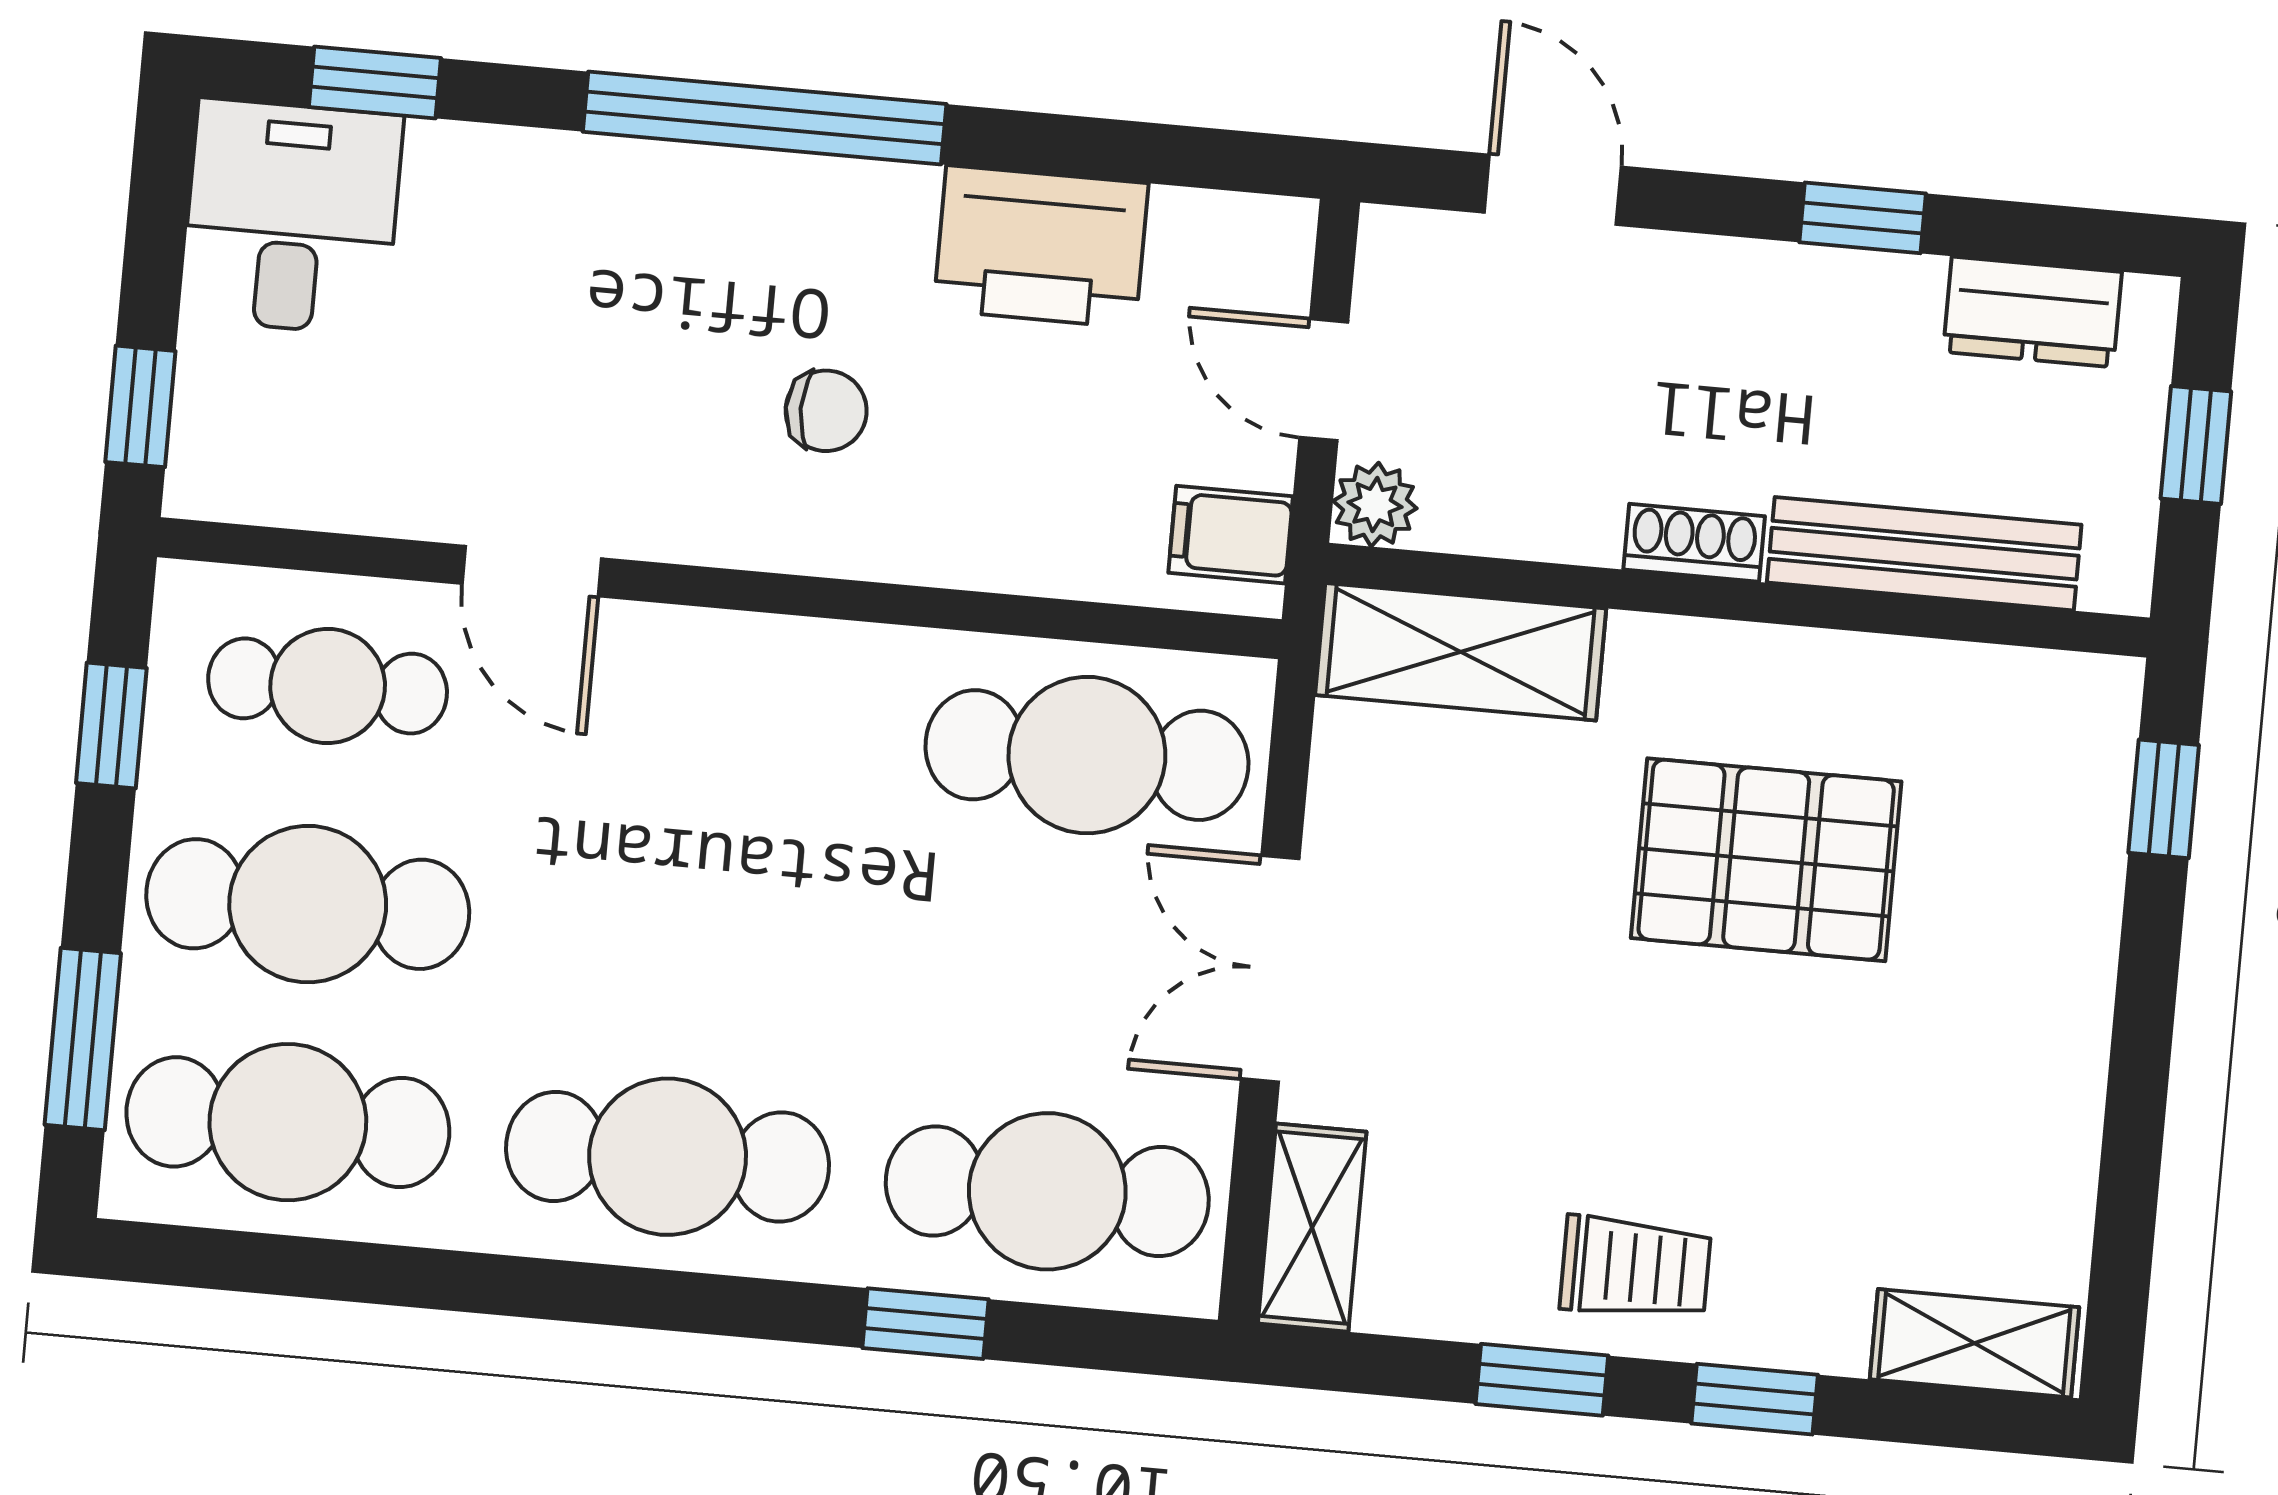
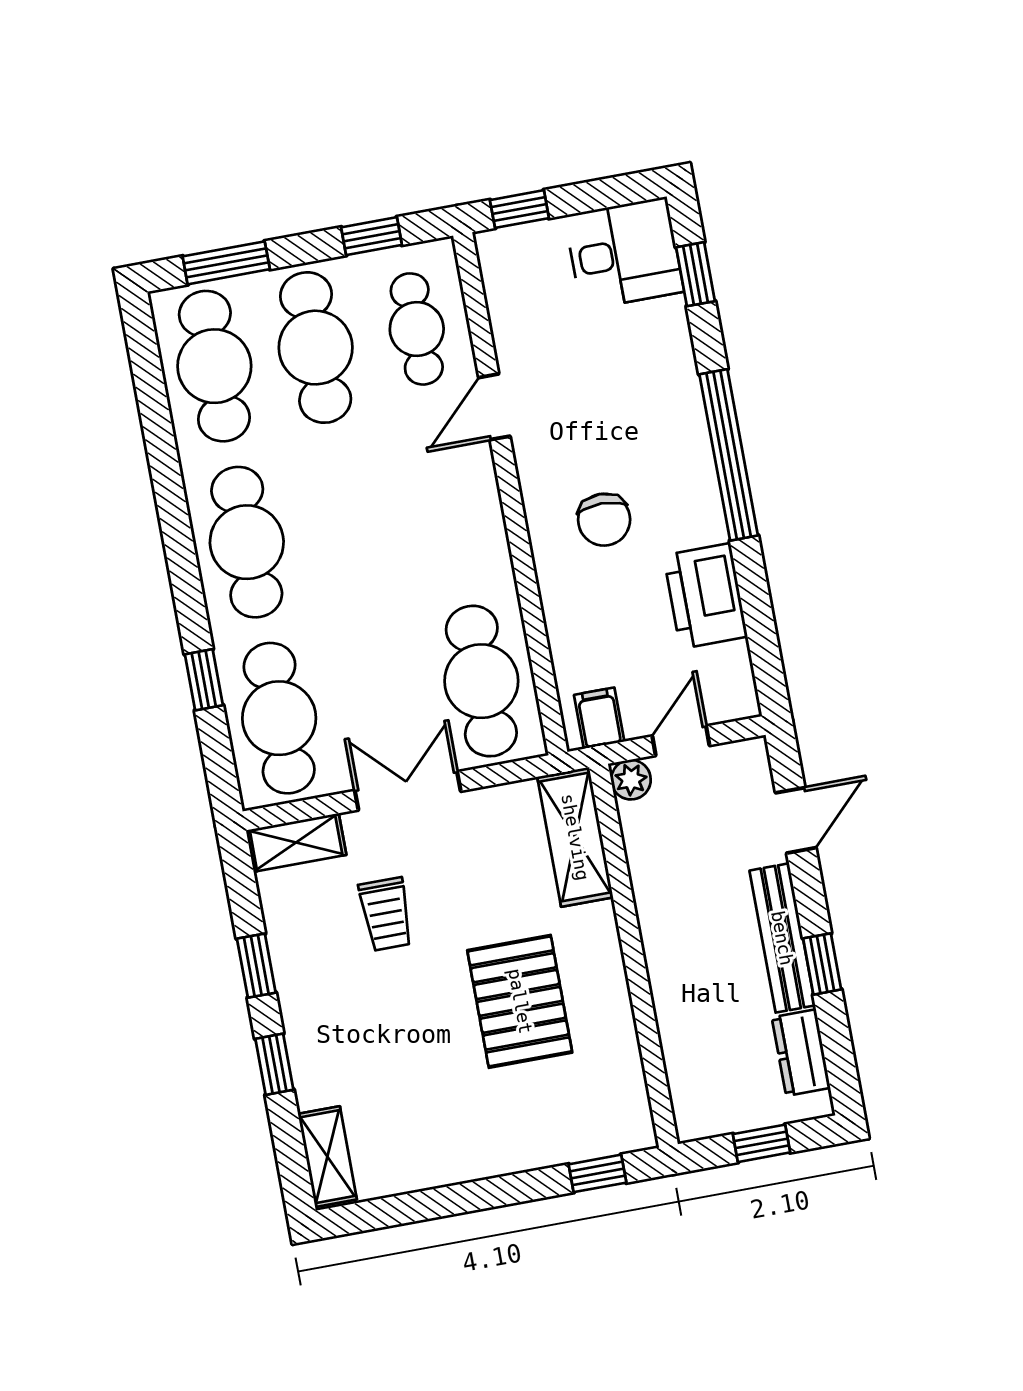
chair: (826, 411) -> (604, 520), width x1.37, depth x1.37
shoe rack: (1694, 543) -> (654, 929), removed
bench: (1924, 554) -> (782, 938), moved
trolley: (1635, 1268) -> (386, 914), moved

